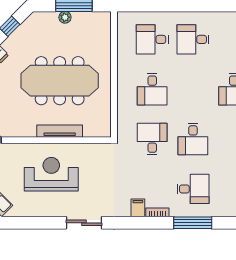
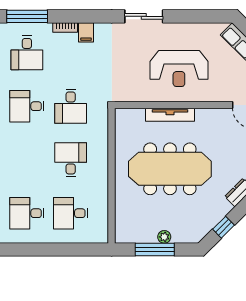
desk: (152, 39) -> (71, 213), turned 180
desk: (193, 39) -> (27, 213), turned 180
desk: (193, 139) -> (27, 106), turned -90
desk: (193, 189) -> (27, 53), turned -90

